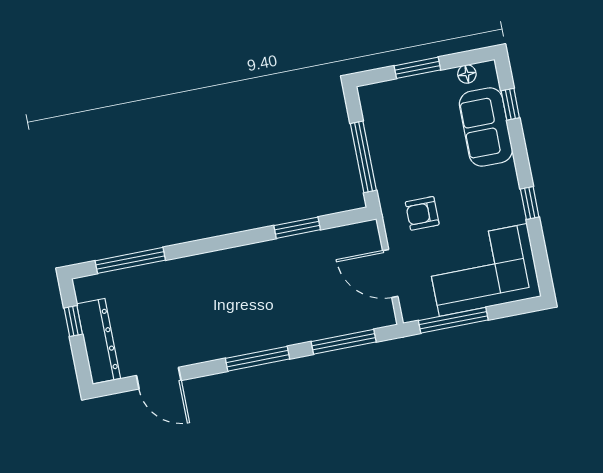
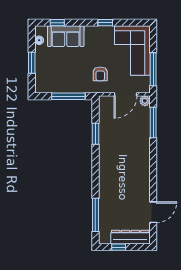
plant: (385, 316) -> (145, 101), added
window: (258, 359) -> (153, 164), removed

